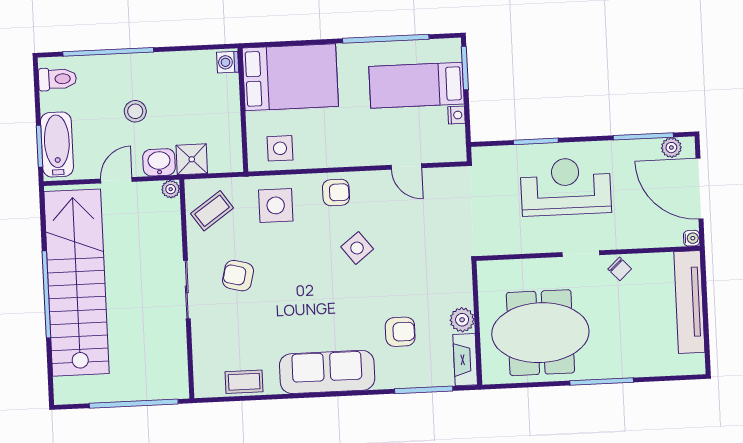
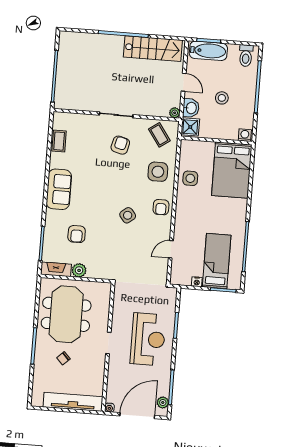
washing machine: (228, 62) -> (245, 135), moved
bed: (290, 77) -> (232, 170), moved
wall: (243, 110) -> (216, 140), moved
chair: (620, 269) -> (63, 358), moved
stairs: (77, 283) -> (153, 49), width x0.54, depth x0.66
sofa: (327, 372) -> (59, 189), width x0.73

